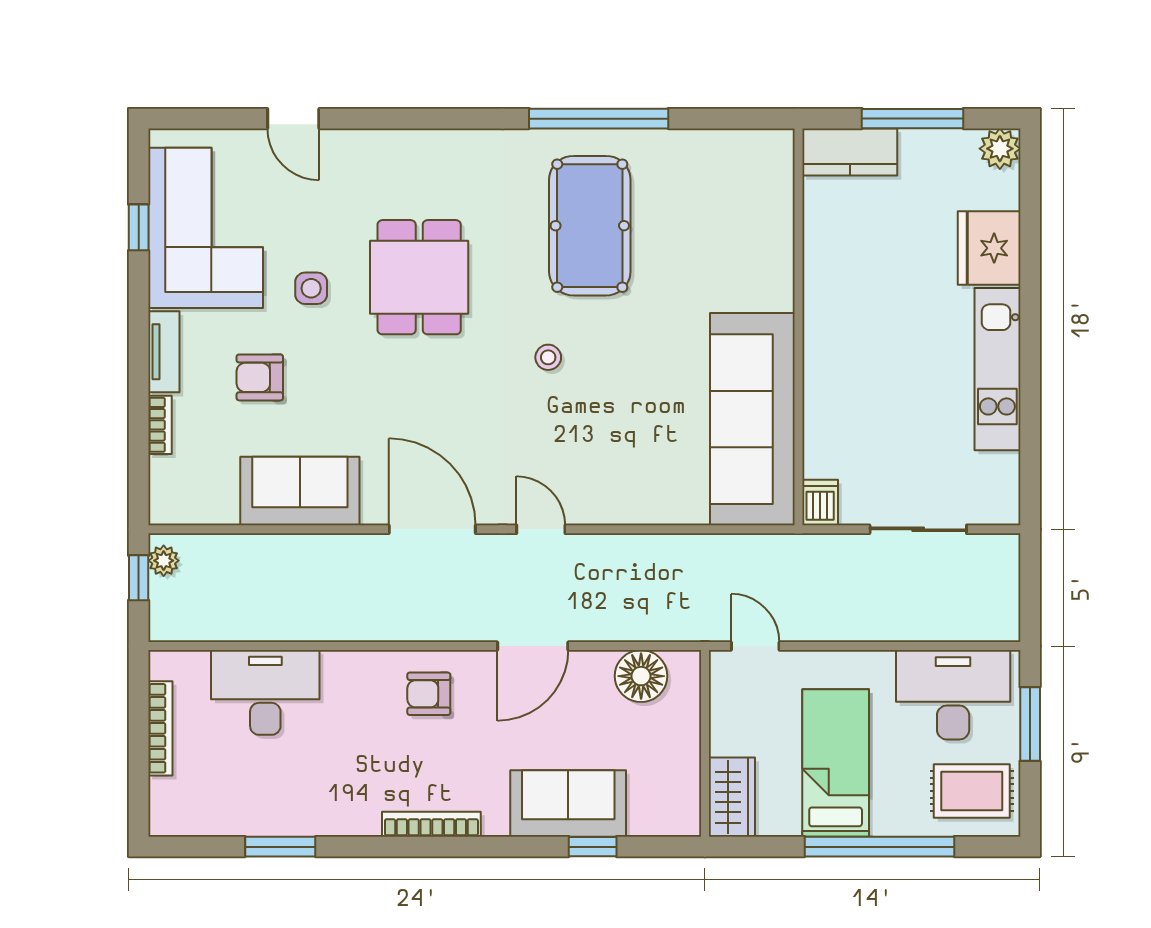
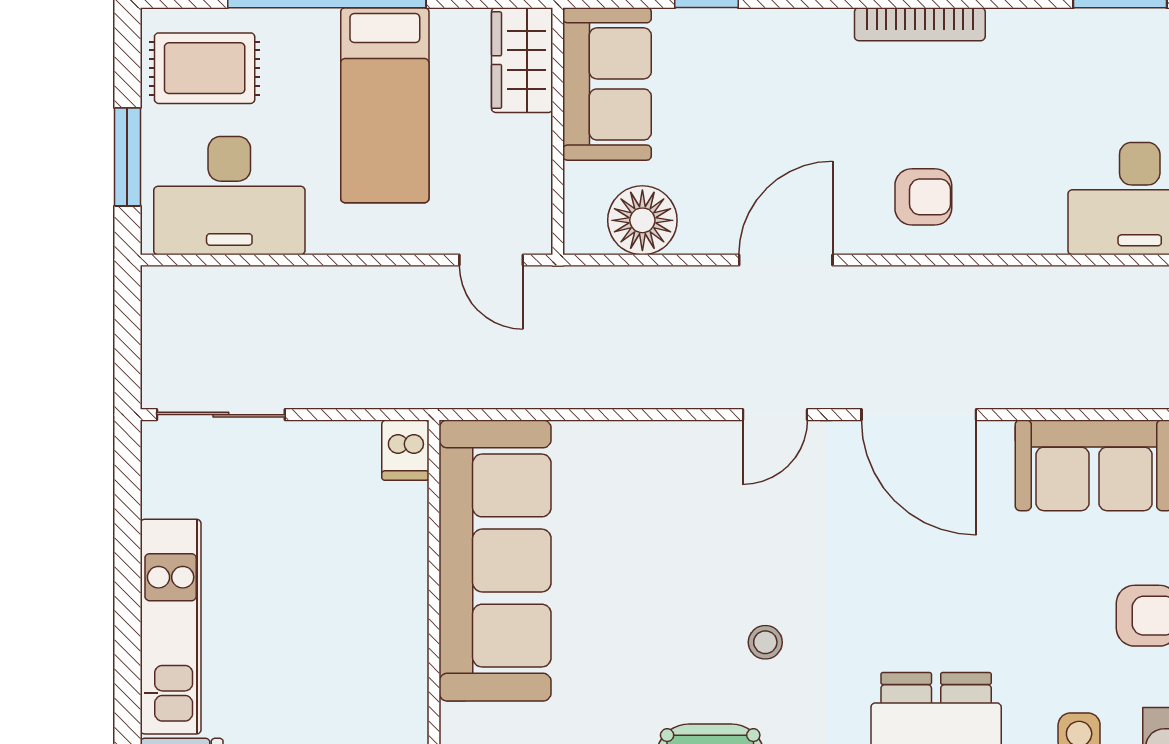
door: (541, 529) -> (775, 415), hinge flipped
sliding door: (918, 529) -> (221, 415), moved
sofa: (568, 803) -> (607, 84), moved, turned -90

